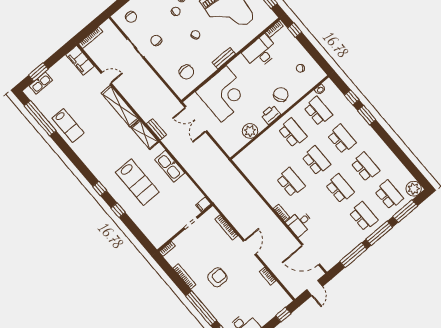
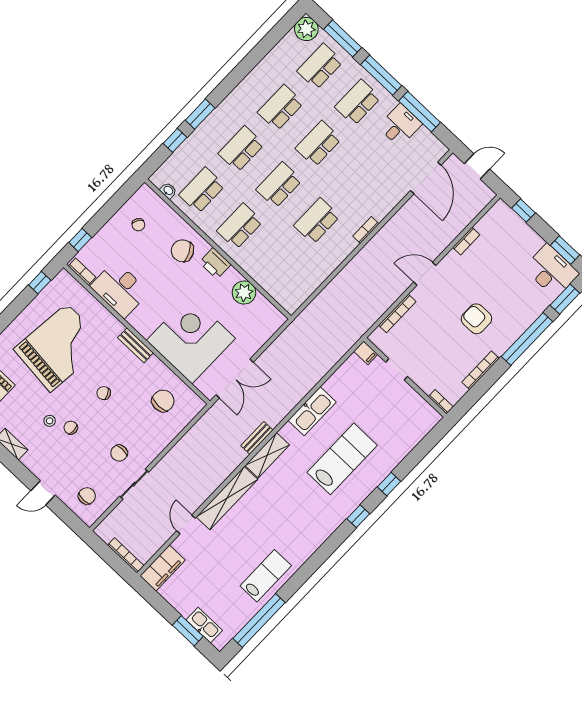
desk: (300, 223) -> (400, 125), moved, turned -90

